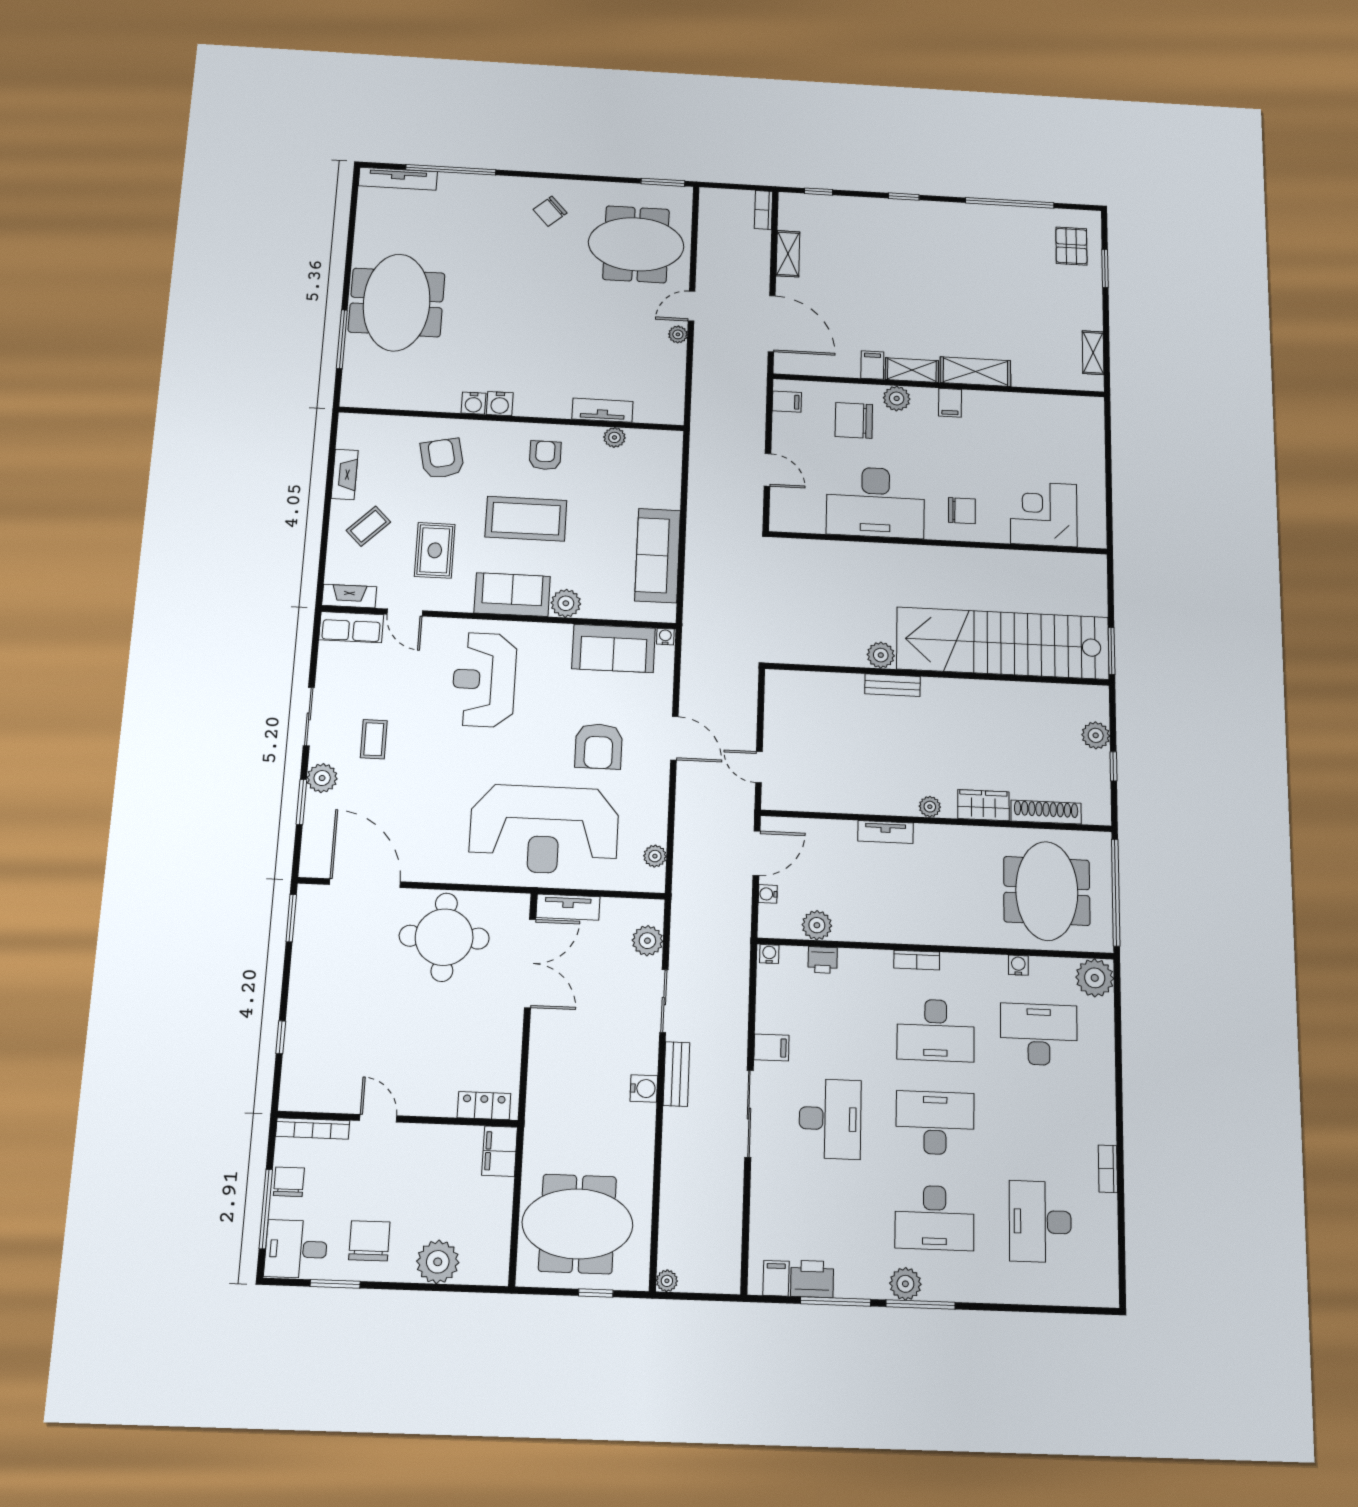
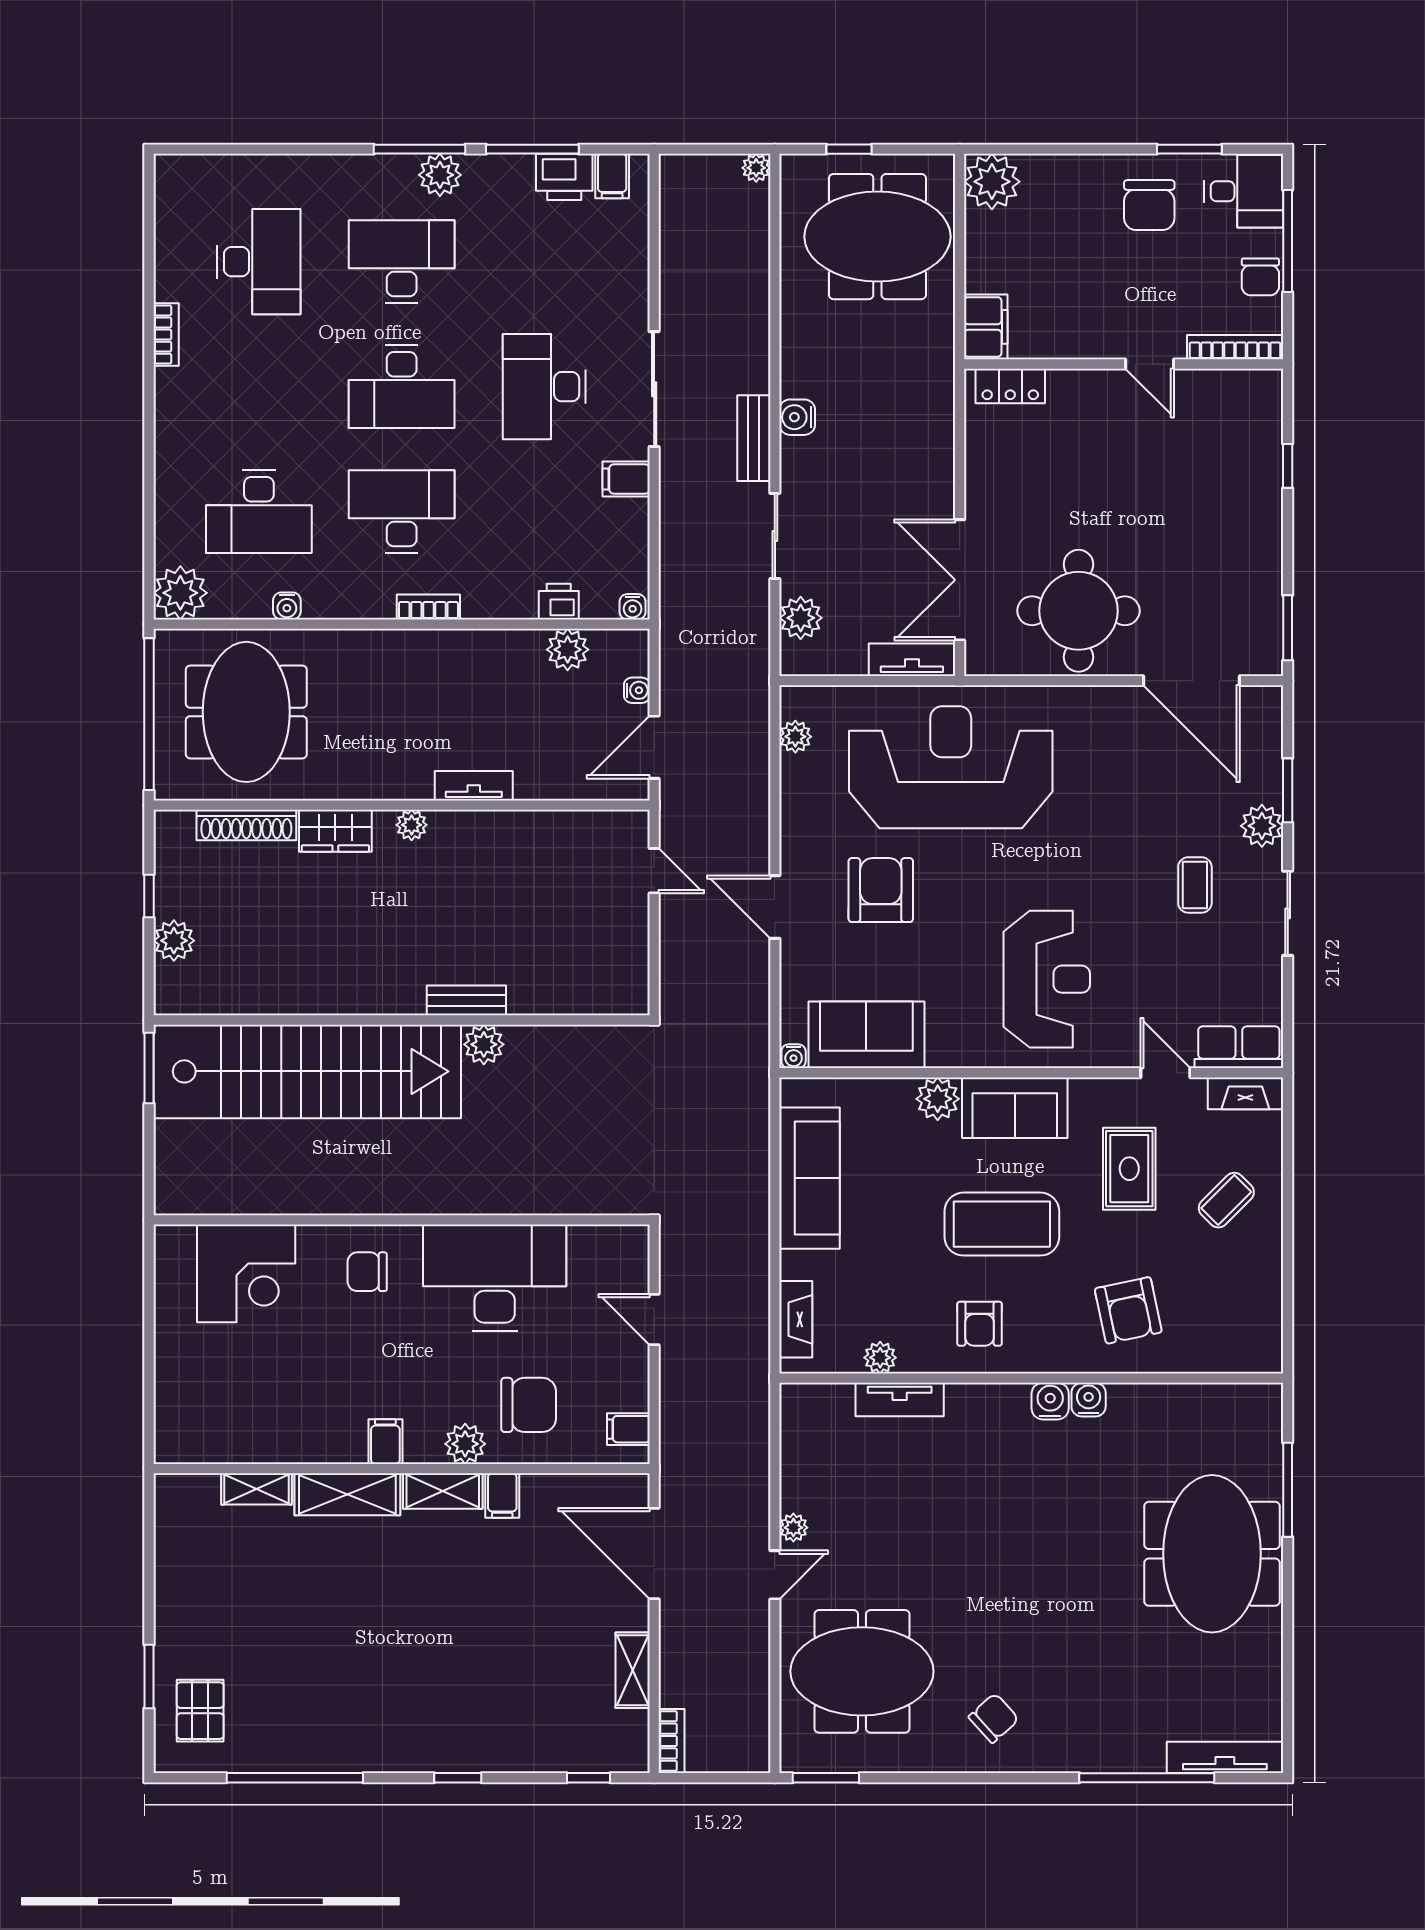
shelving: (1093, 353) -> (257, 1489), moved, turned 90
fireplace: (345, 474) -> (796, 1319), moved, turned 180
plant: (438, 1262) -> (992, 182), moved

